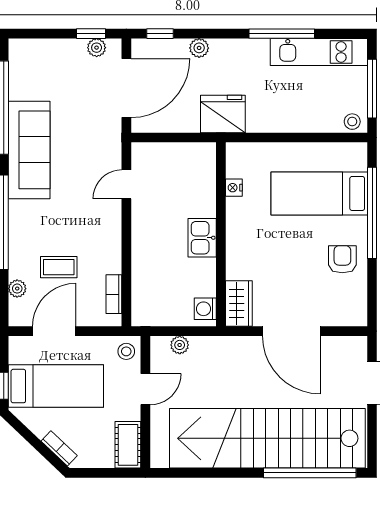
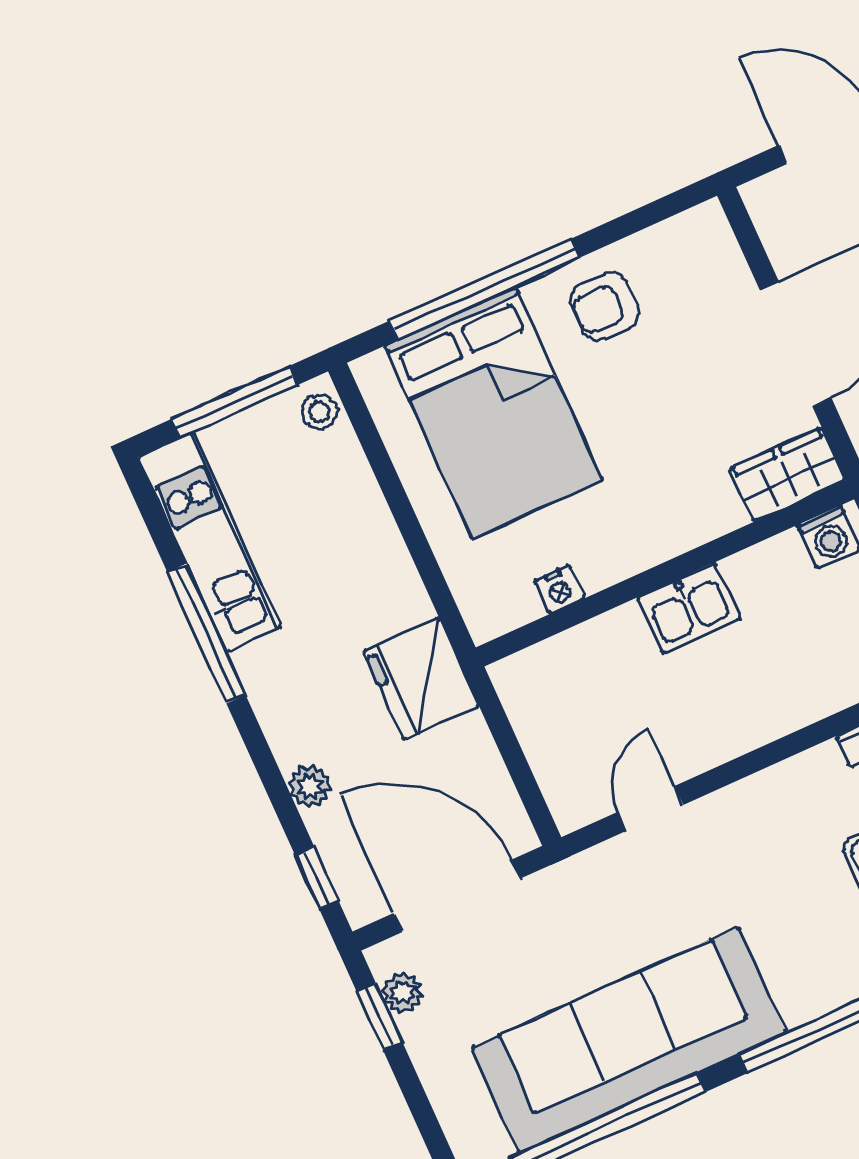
sofa: (29, 150) -> (629, 1040), width x1.36, depth x1.27
door: (126, 184) -> (650, 809), swing flipped
bed: (319, 193) -> (494, 413), width x1.50

